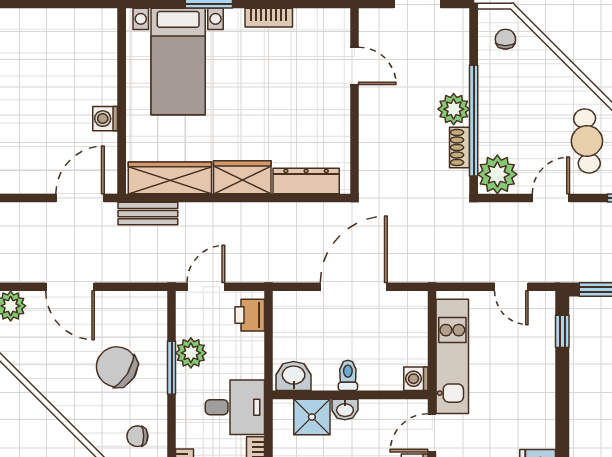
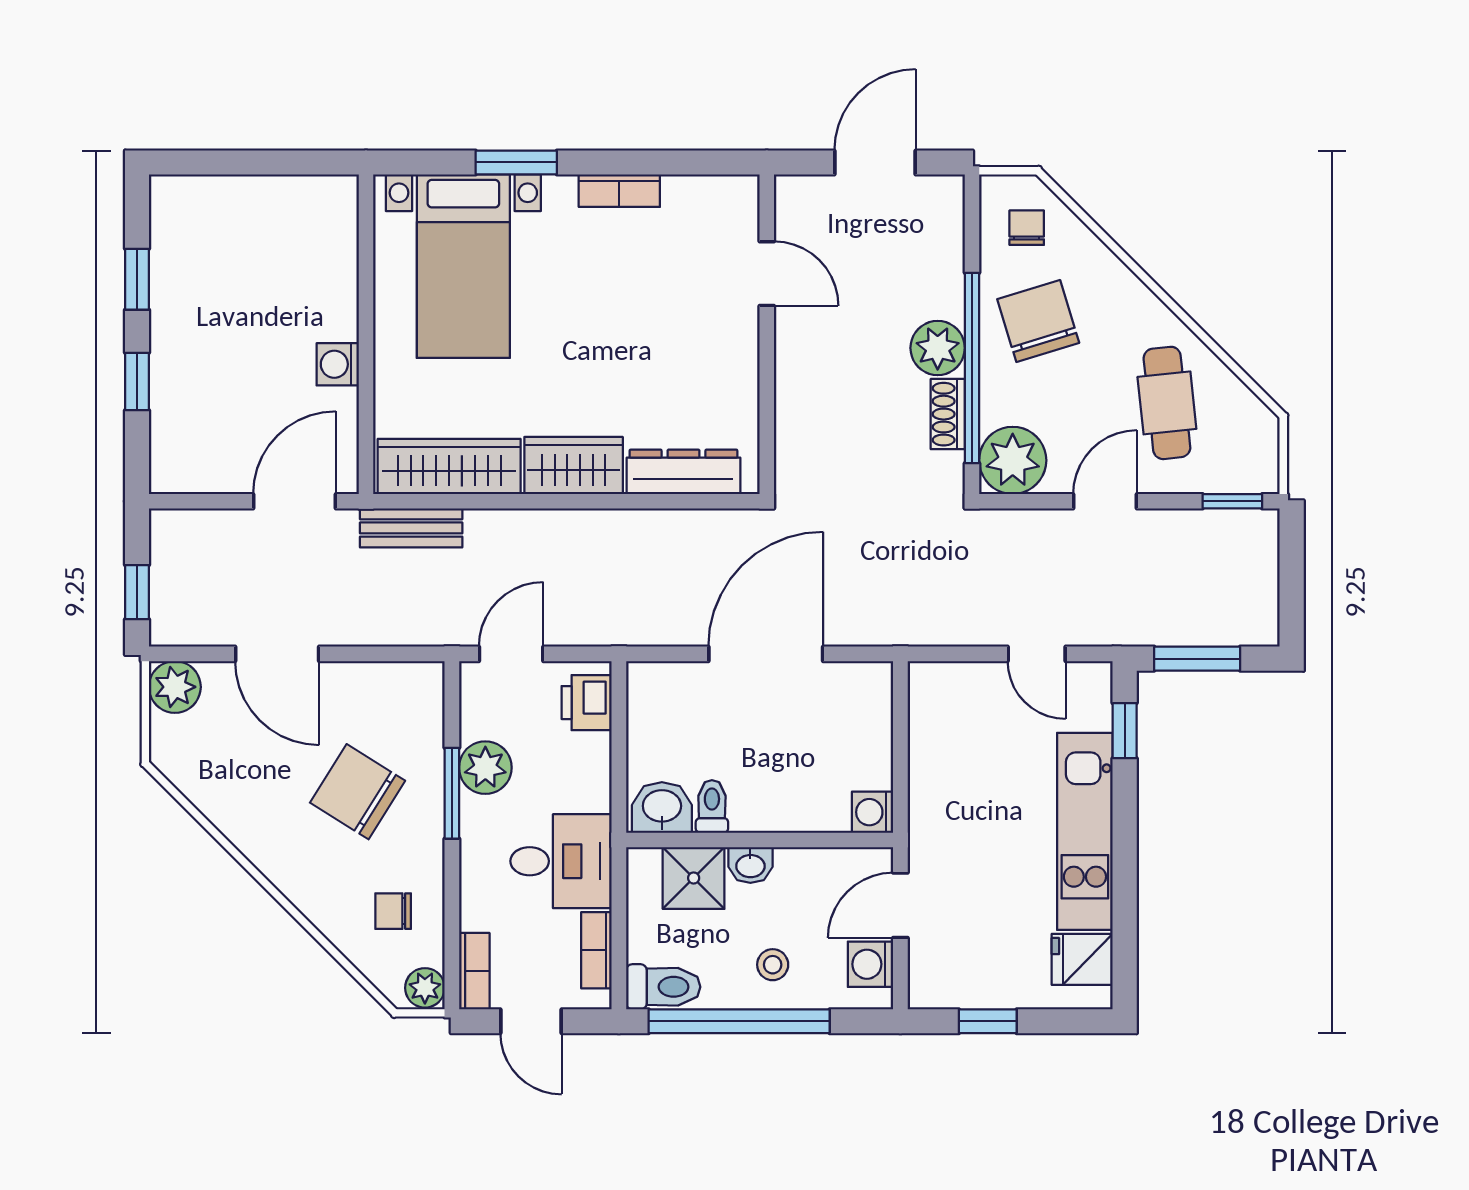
chair: (512, 93) -> (1038, 321), added
kitchen unit: (452, 356) -> (1085, 831), moved, turned 180
toilet: (348, 375) -> (712, 806), moved

